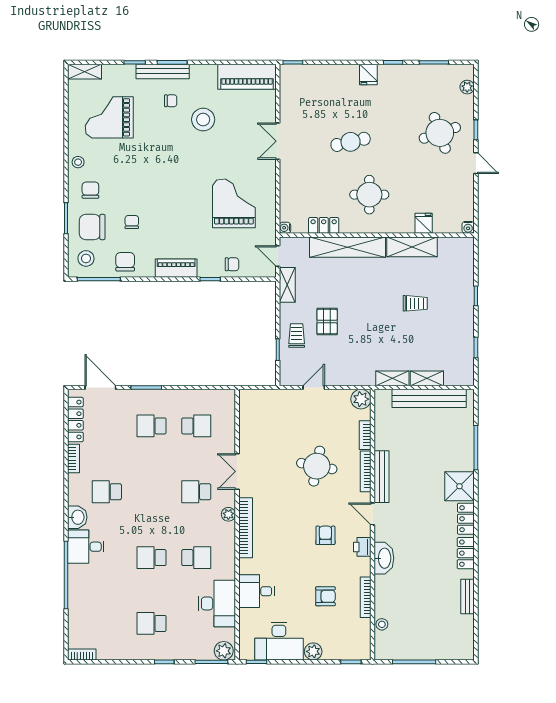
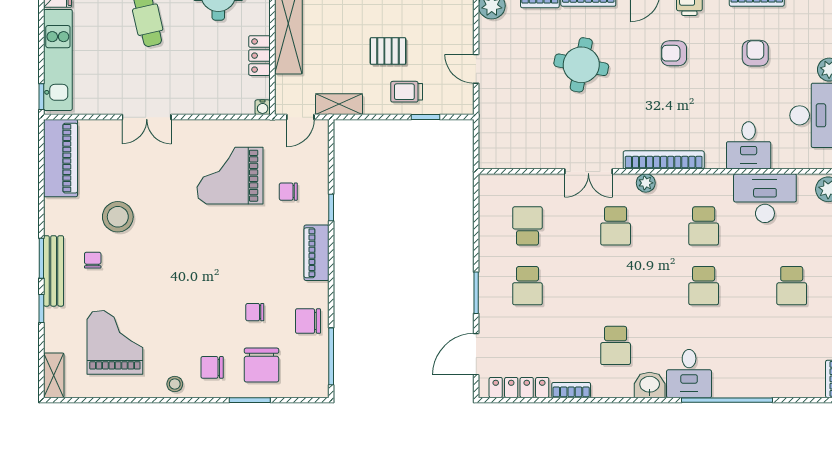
kitchen unit: (320, 75) -> (58, 60), added
grand piano: (109, 117) -> (115, 342), turned 180
stool: (86, 258) -> (304, 373), removed
chair: (232, 264) -> (288, 192), moved, turned -90
school desk: (196, 558) -> (704, 226), turned 180

